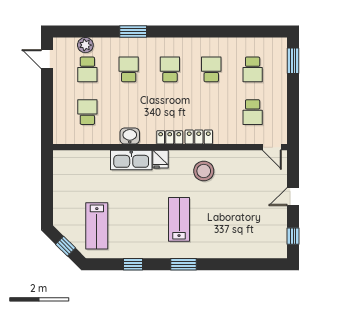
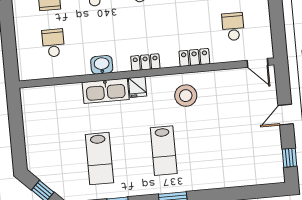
school desk: (253, 112) -> (233, 27), turned 180
locker: (199, 137) -> (194, 57), moved
lab bench: (179, 219) -> (164, 151), turned 180
lab bench: (97, 226) -> (99, 159), moved

